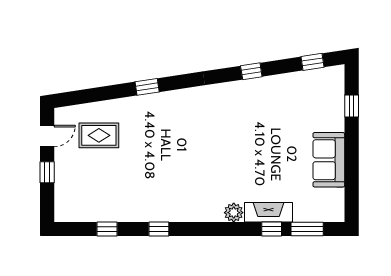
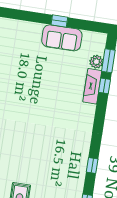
window: (352, 106) -> (59, 21), moved
plant: (234, 213) -> (96, 62), moved

